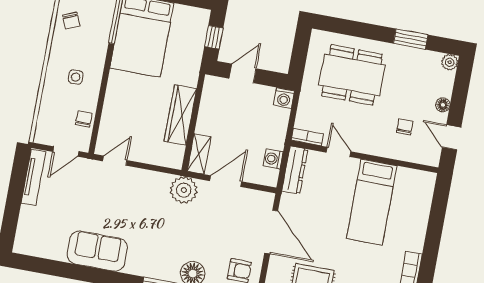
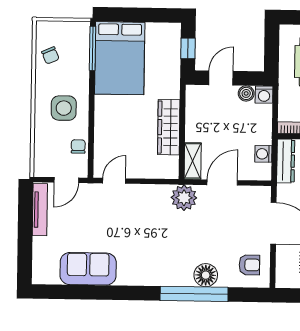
side table: (76, 77) -> (64, 108), width x1.87, depth x1.87
boiler: (266, 94) -> (246, 93), added
sofa: (97, 251) -> (88, 269), moved

